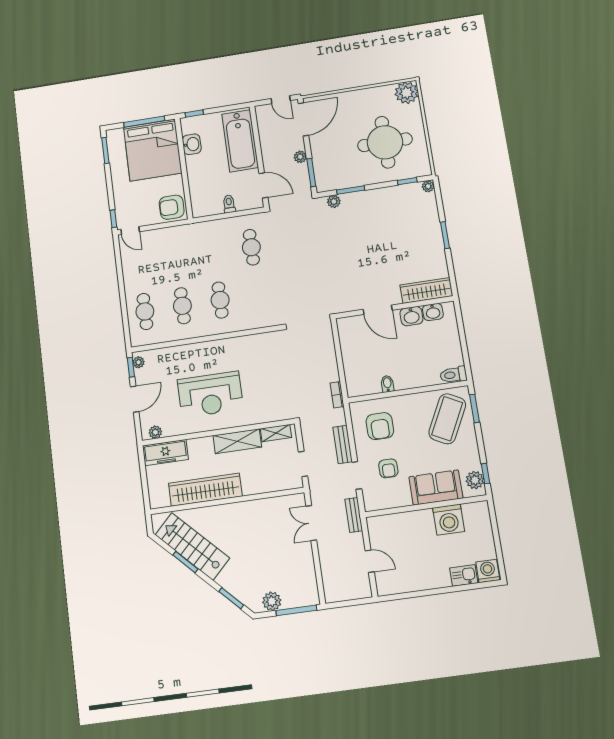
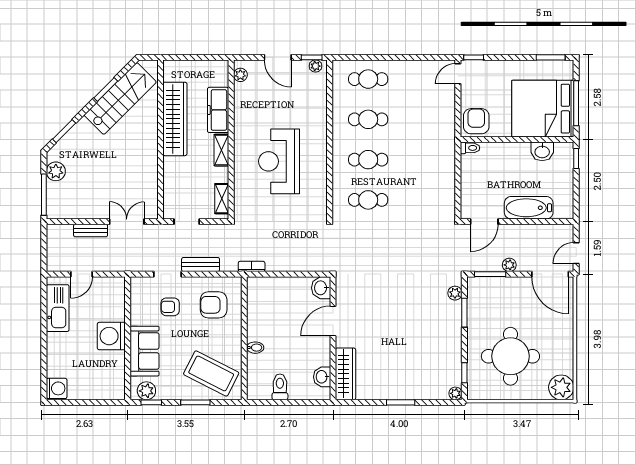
bathtub: (240, 141) -> (529, 208), width x0.73, depth x0.73
toilet: (229, 204) -> (470, 148), moved
cafe table: (251, 247) -> (368, 200), moved
washbasin: (411, 316) -> (321, 288), moved
toilet: (453, 375) -> (280, 387), moved
bidet: (387, 384) -> (255, 348), moved
reception desk: (210, 394) -> (279, 161), moved
window: (474, 408) -> (195, 402), moved
shelving: (237, 441) -> (221, 150), width x0.67, depth x0.75
freezer: (166, 453) -> (218, 110), moved
bench: (354, 515) -> (91, 231), moved
washing machine: (449, 520) -> (111, 336), moved
kitchen sink: (464, 575) -> (58, 308), moved, width x1.87, depth x1.24

